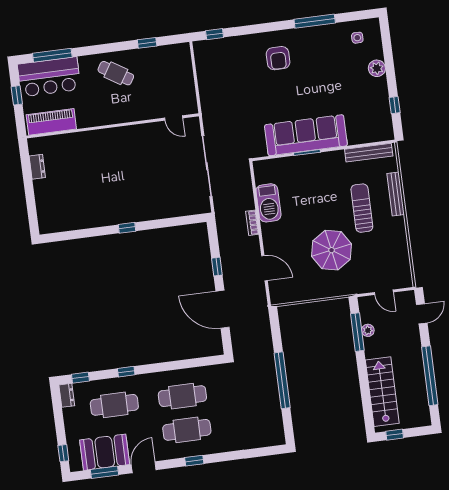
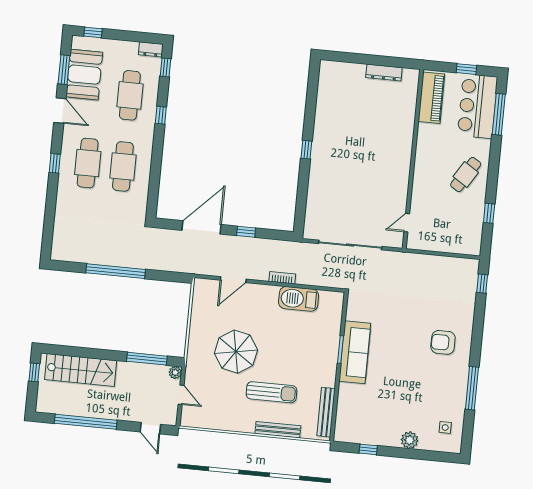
sofa: (306, 135) -> (355, 352), width x0.74, depth x0.79
dresser: (37, 167) -> (384, 73), width x1.44
door: (384, 292) -> (181, 395), swing flipped
plant: (368, 330) -> (175, 373), moved

